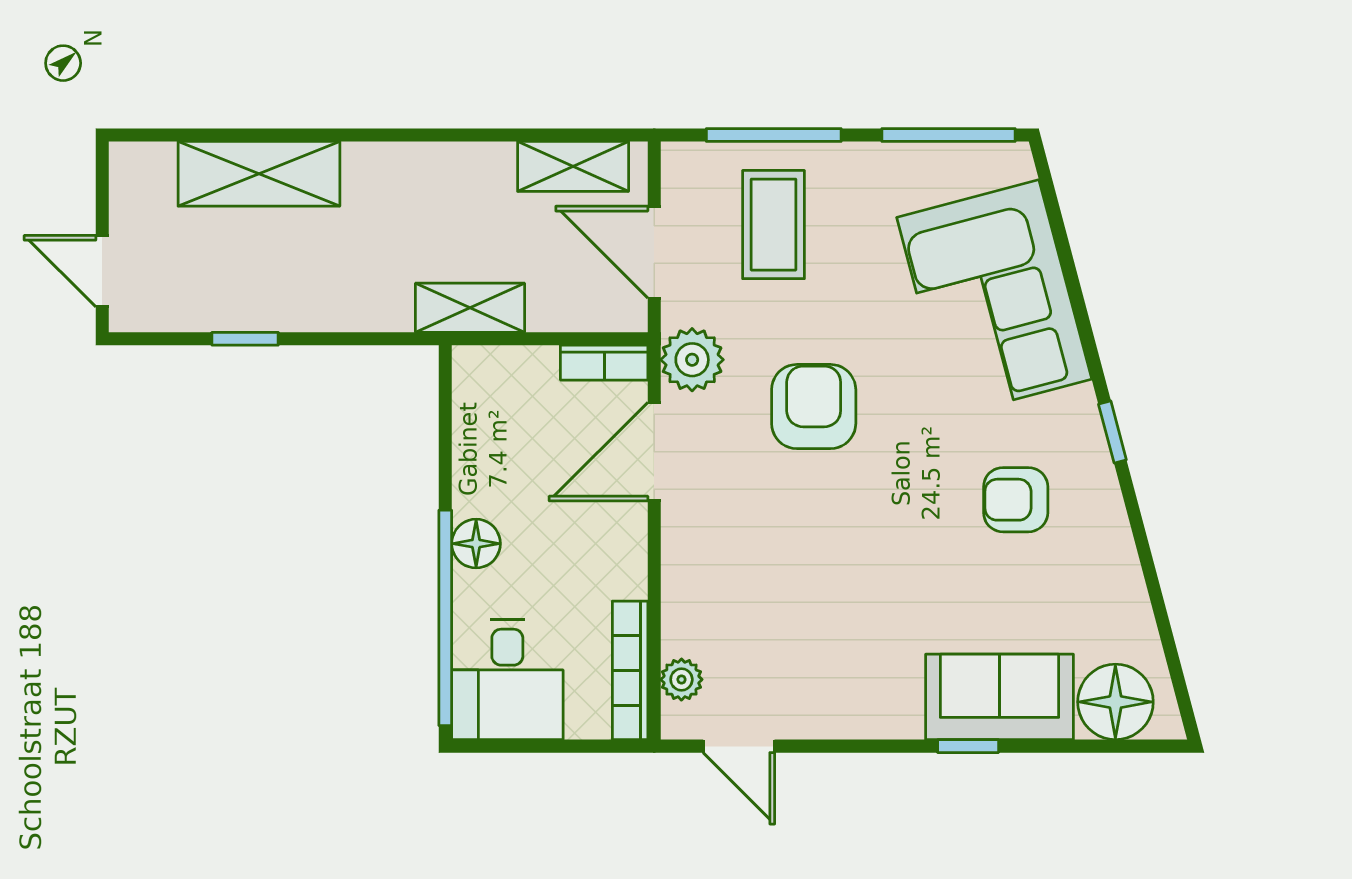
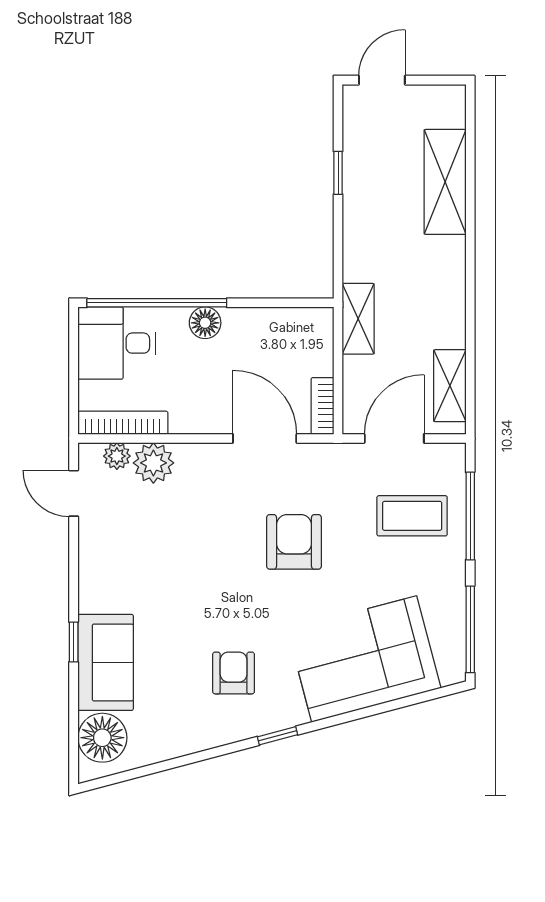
plant: (692, 360) -> (153, 463), moved
armchair: (814, 407) -> (294, 542), turned -90
door: (739, 746) -> (74, 493), hinge flipped

